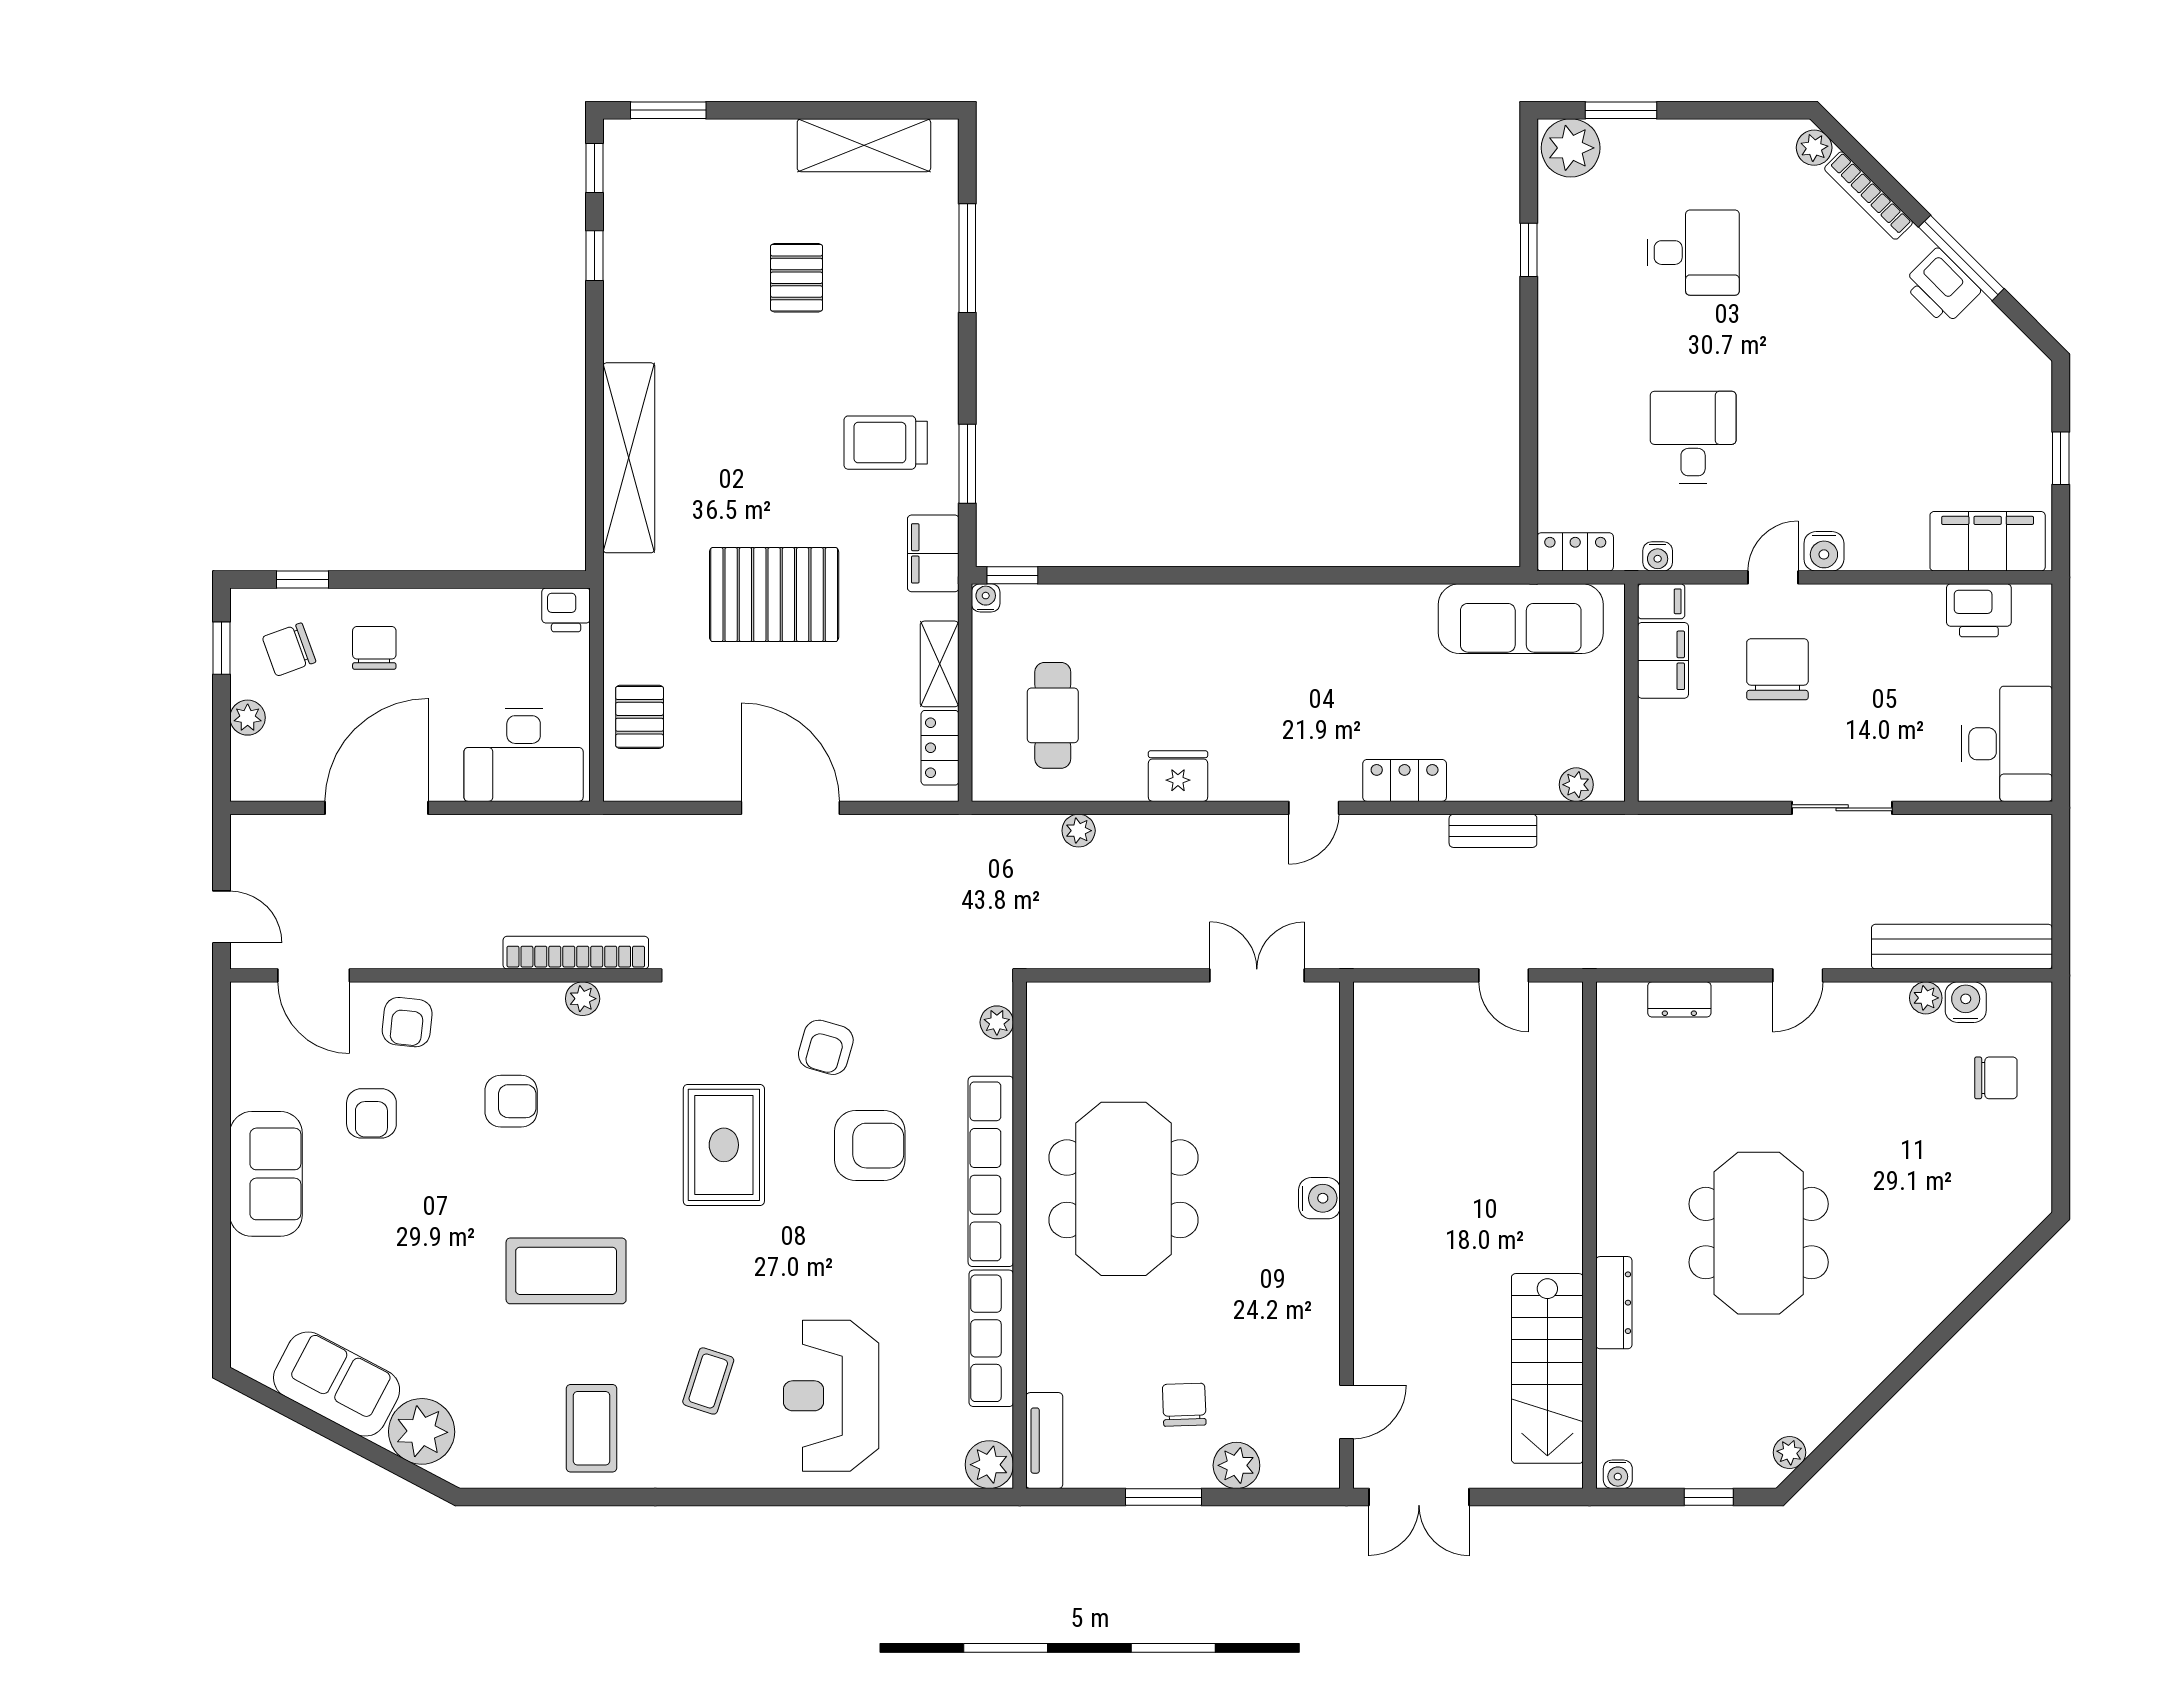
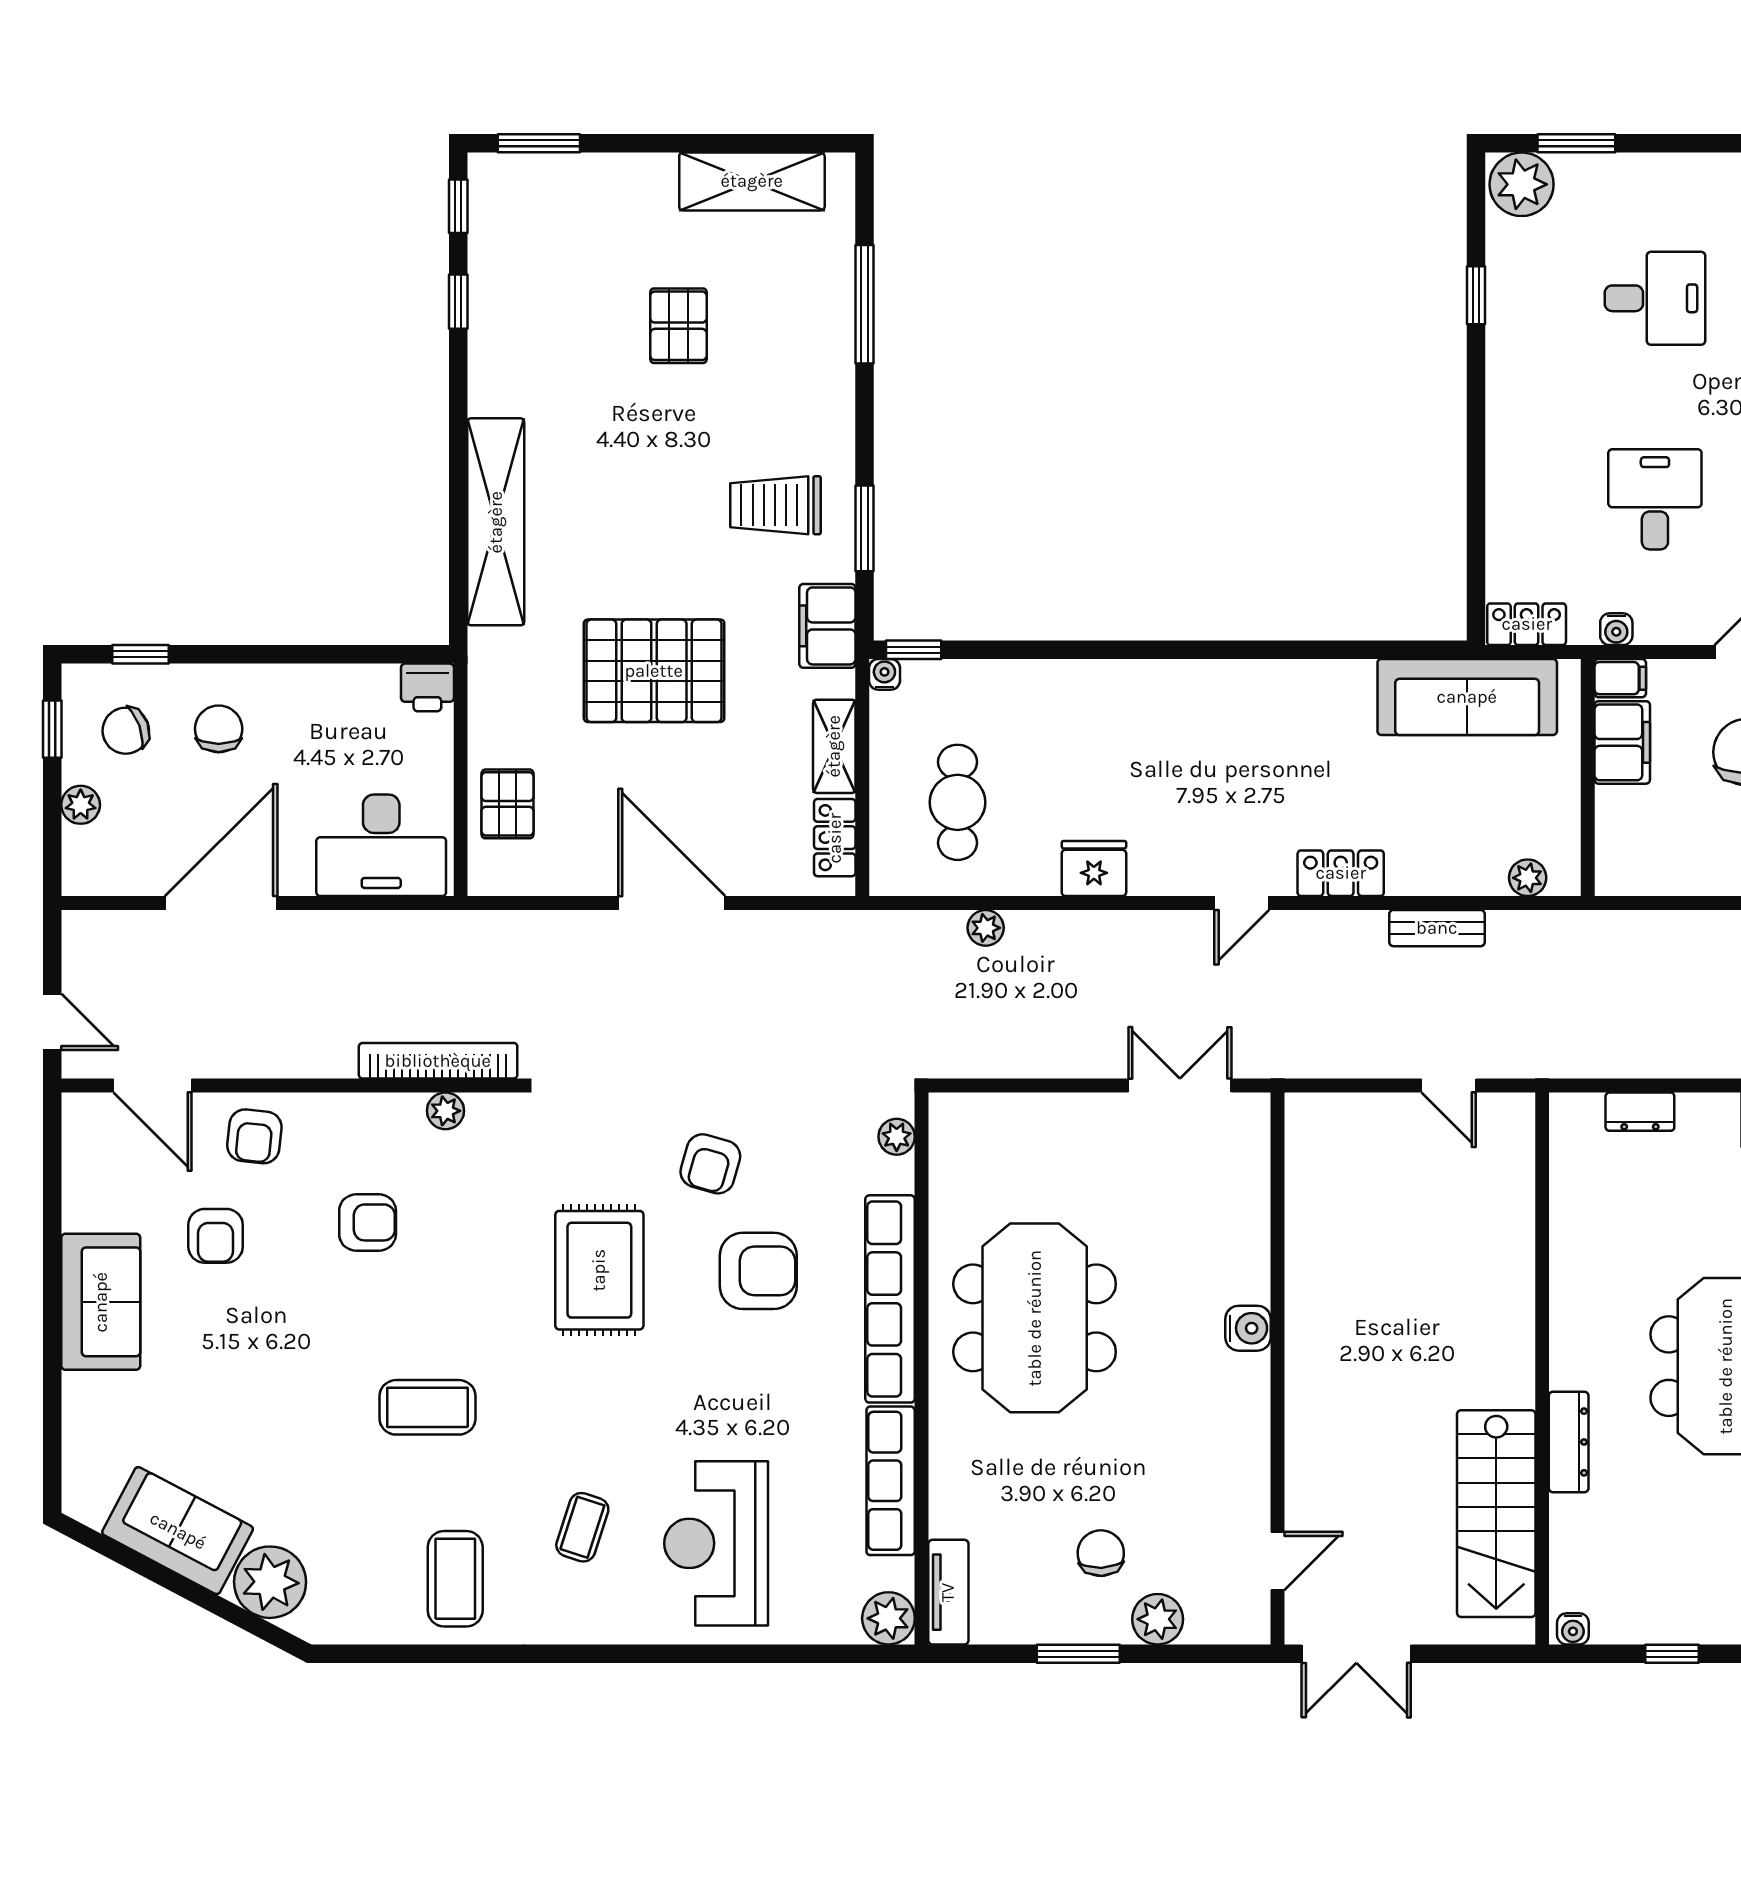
coffee table: (566, 1271) -> (428, 1407), width x0.73, depth x0.76

